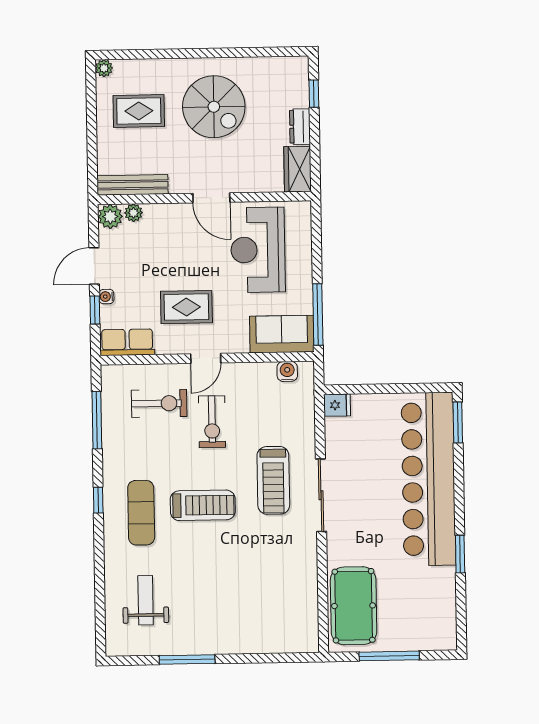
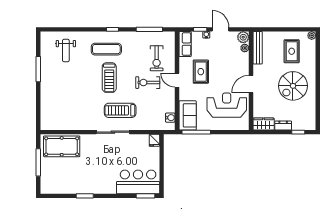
bar counter: (428, 479) -> (138, 182), width x0.54
weight bench: (146, 600) -> (66, 50), turned 90

